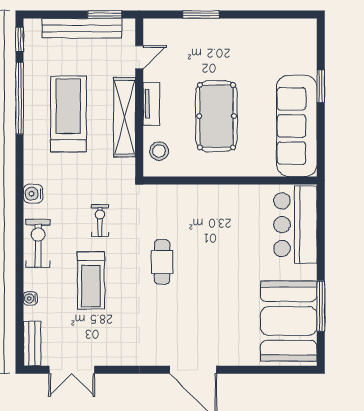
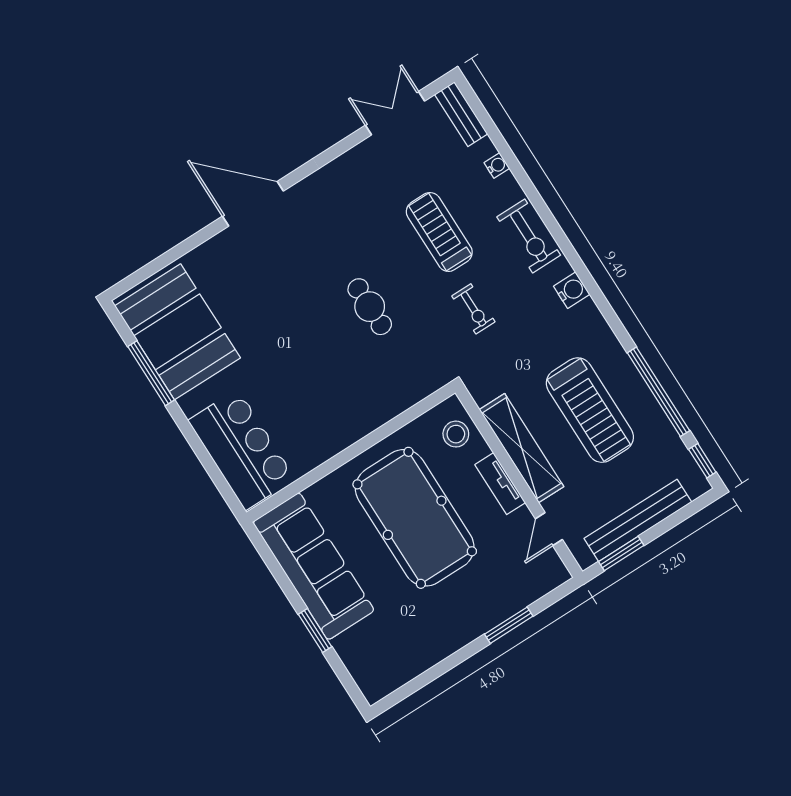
pool table: (217, 116) -> (415, 518), width x1.36, depth x1.32

